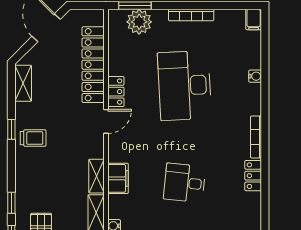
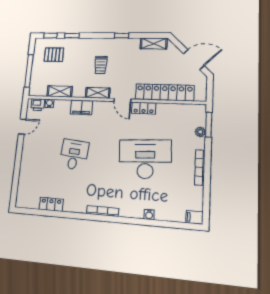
plant: (139, 22) -> (200, 132), width x0.53, depth x0.53
trolley: (33, 138) -> (101, 65), moved
shelving: (97, 176) -> (98, 93), moved
locker: (253, 176) -> (51, 204), moved

